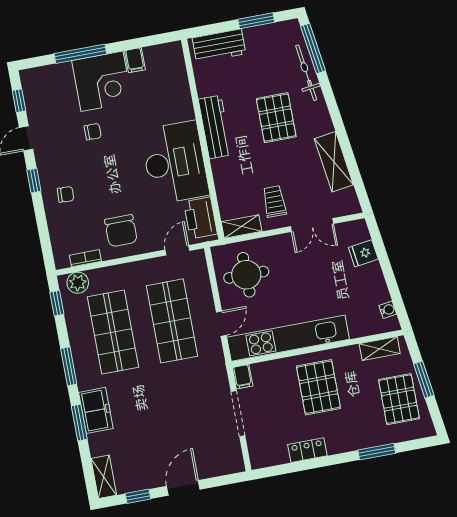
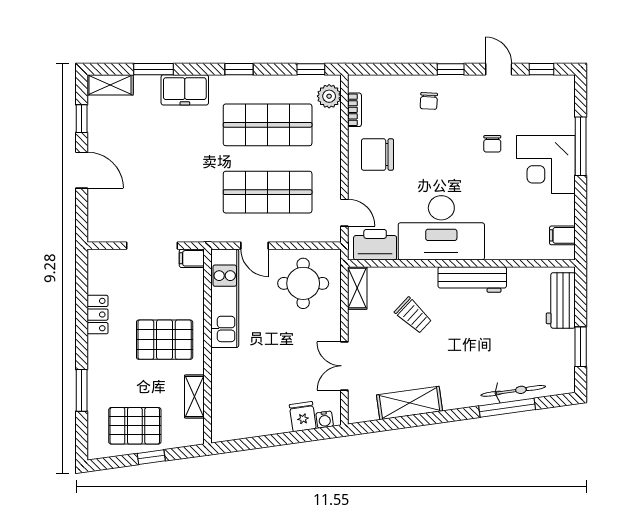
window: (313, 48) -> (507, 408), moved
filing cabinet: (135, 60) -> (562, 235), moved
pallet: (276, 118) -> (470, 349), removed
trolley: (274, 201) -> (413, 315), moved, turned 43
water cooler: (388, 310) -> (325, 420), moved
kitchen unit: (288, 338) -> (225, 298), width x0.73
shelving: (380, 349) -> (194, 396), moved
window: (69, 366) -> (239, 69), width x0.67
window: (424, 380) -> (151, 457), width x0.67
window: (79, 423) -> (153, 69), moved

